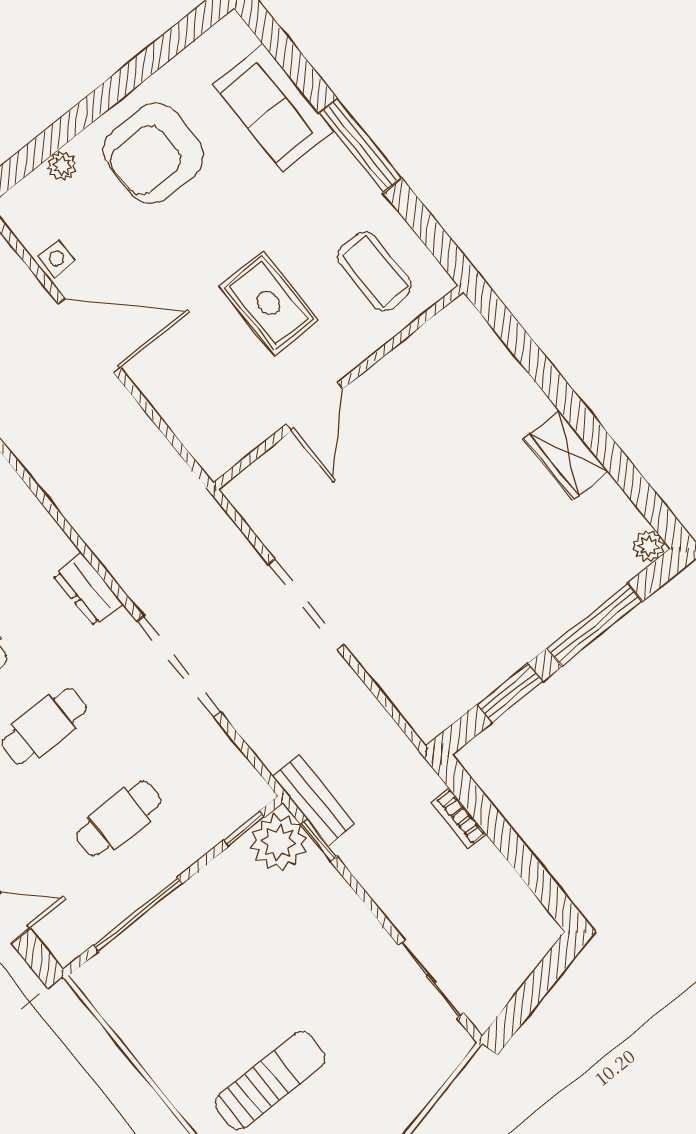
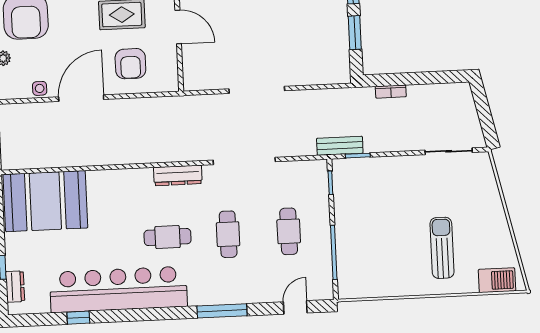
armchair: (201, 374) -> (130, 64), added
dresser: (88, 589) -> (178, 175), width x1.44
plant: (279, 842) -> (346, 173), removed

